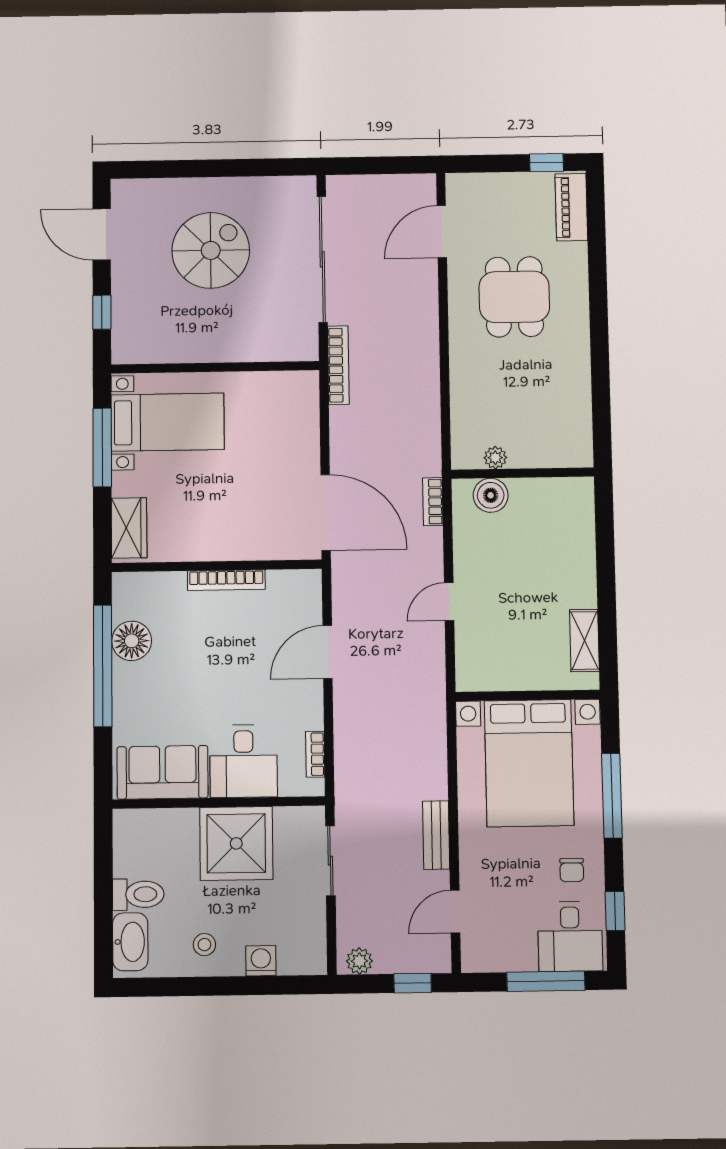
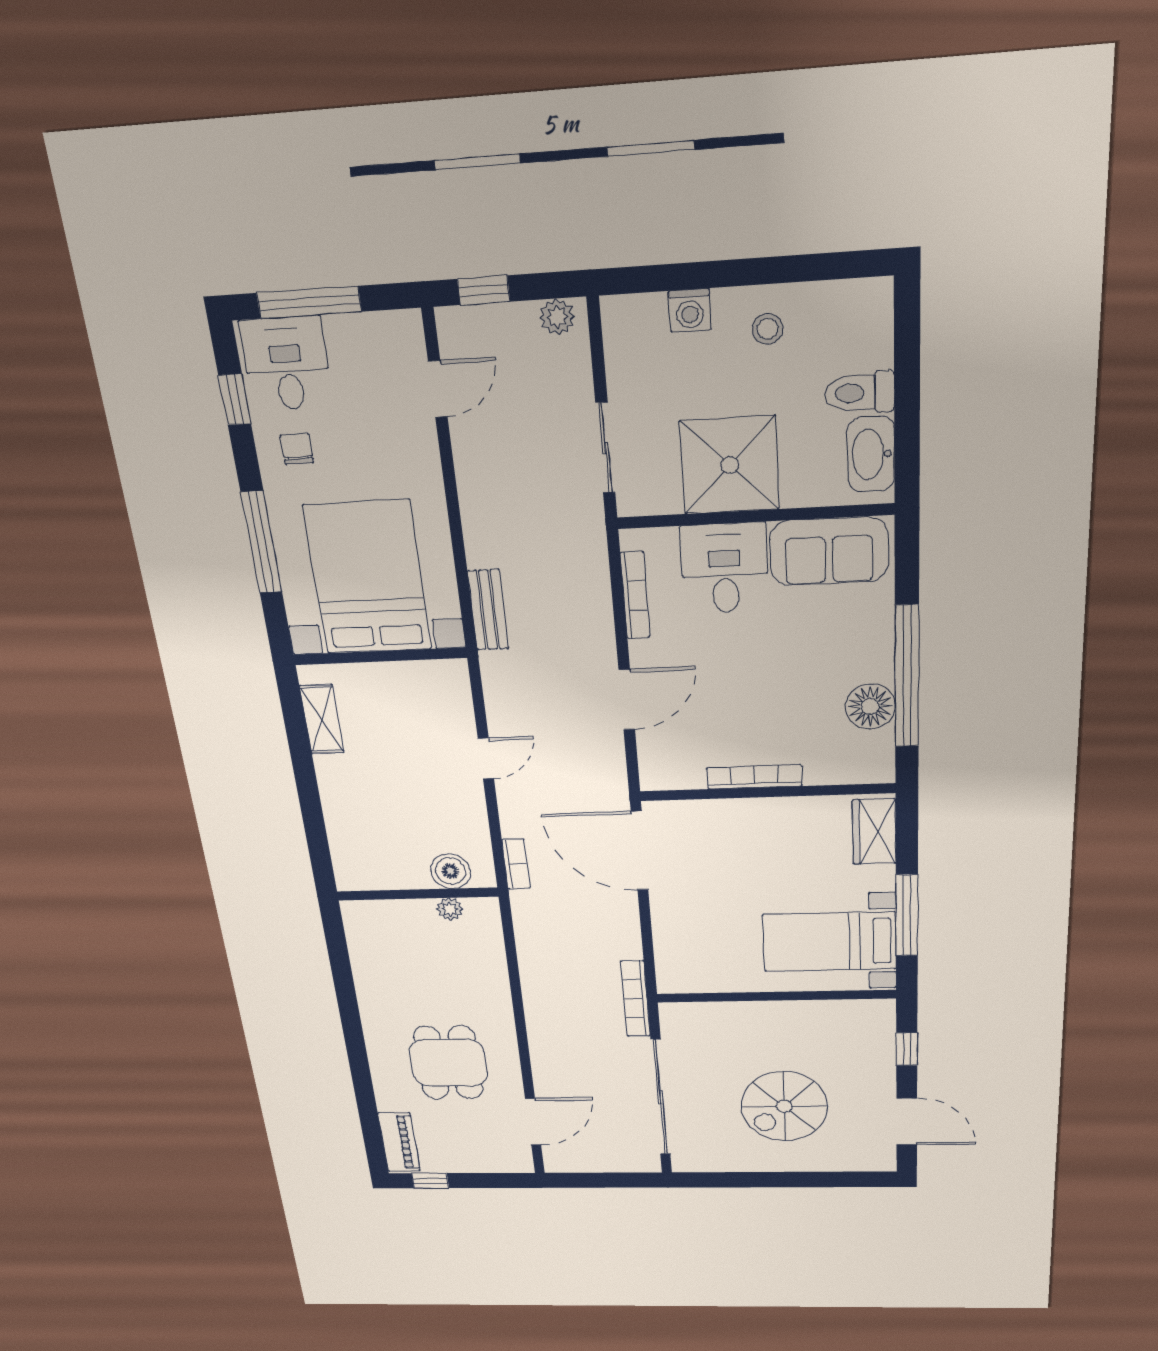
bookcase: (315, 754) -> (635, 595), width x1.56
bench: (436, 835) -> (488, 610), moved
washbasin: (130, 942) -> (871, 454), moved

